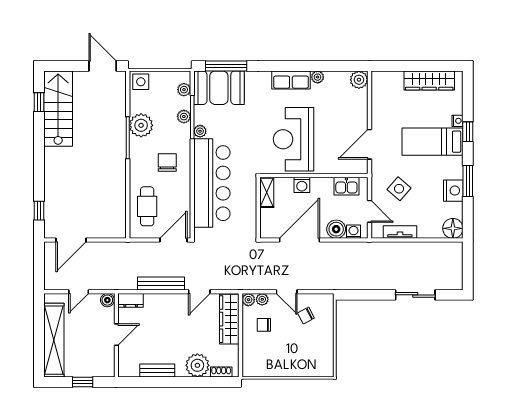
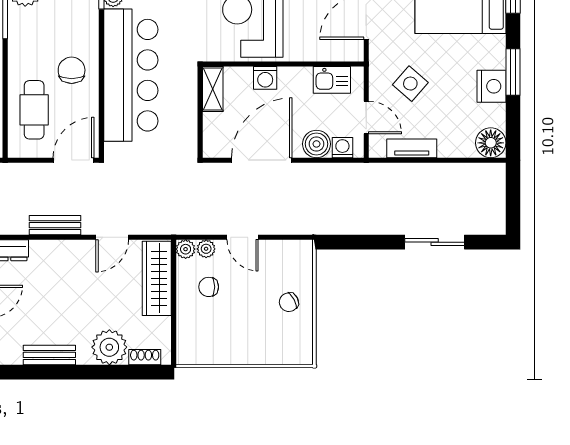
chair: (167, 163) -> (72, 70), moved
bench: (161, 283) -> (55, 225), width x0.73
chair: (306, 316) -> (289, 302), moved

